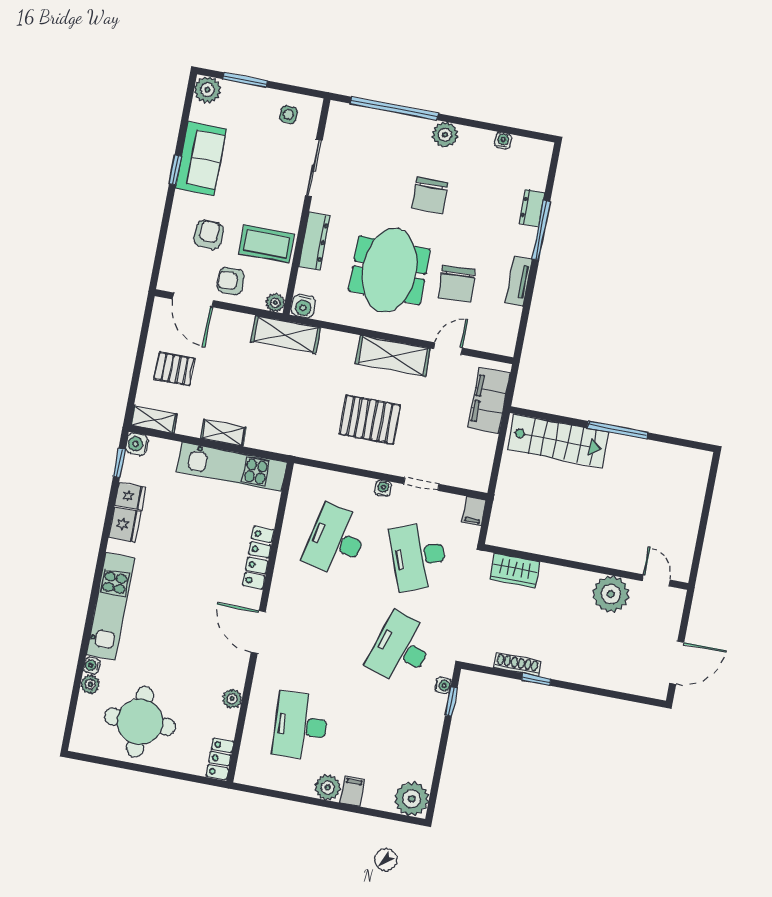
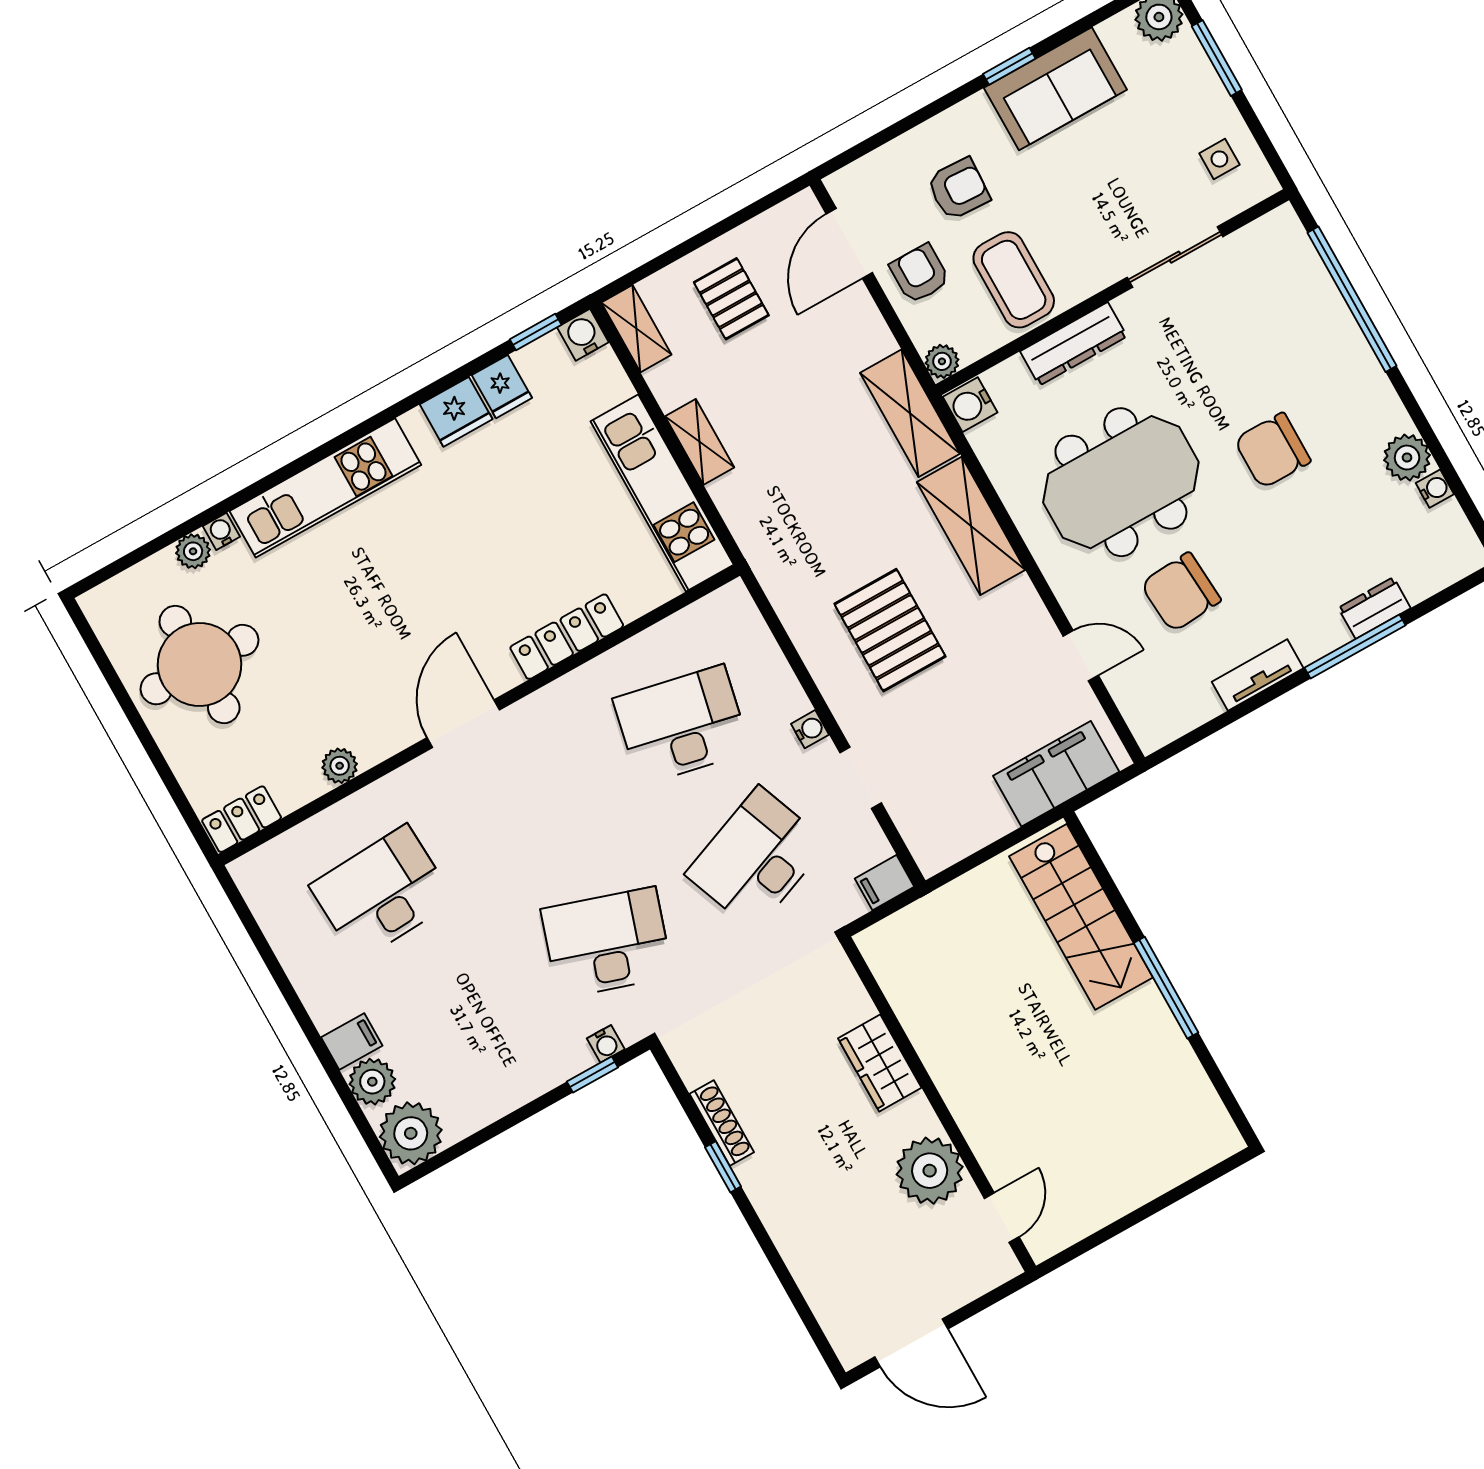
plant: (445, 135) -> (1407, 458), moved
shelving: (393, 356) -> (971, 526), moved
wardrobe: (515, 571) -> (880, 1063), moved
plant: (328, 787) -> (372, 1082), moved

